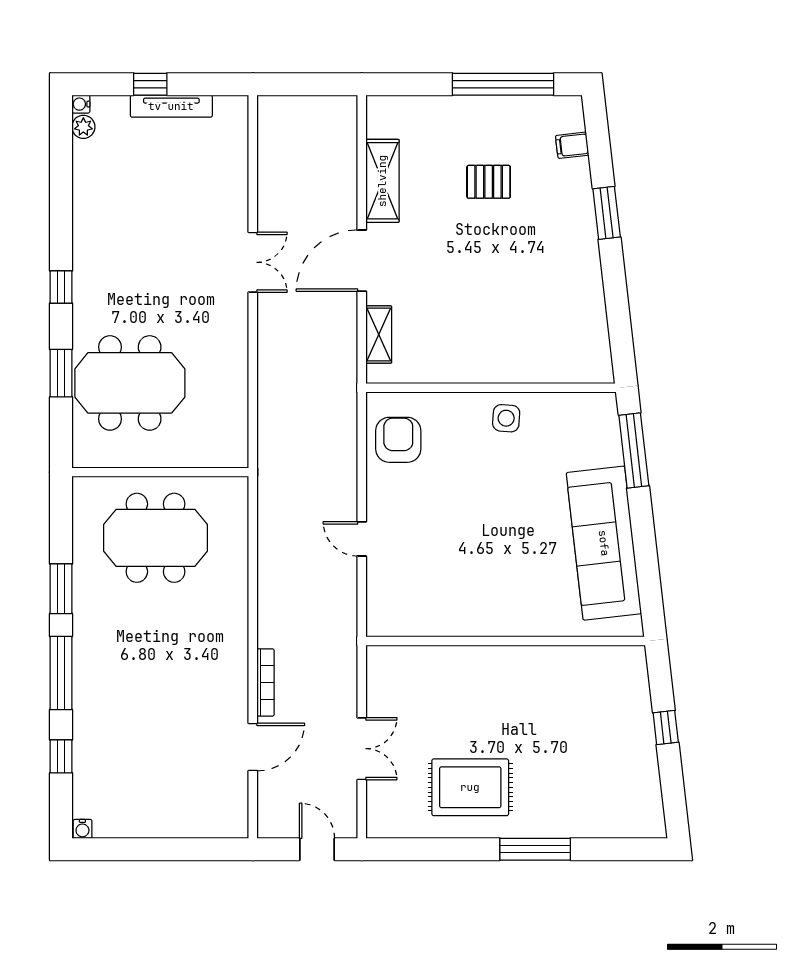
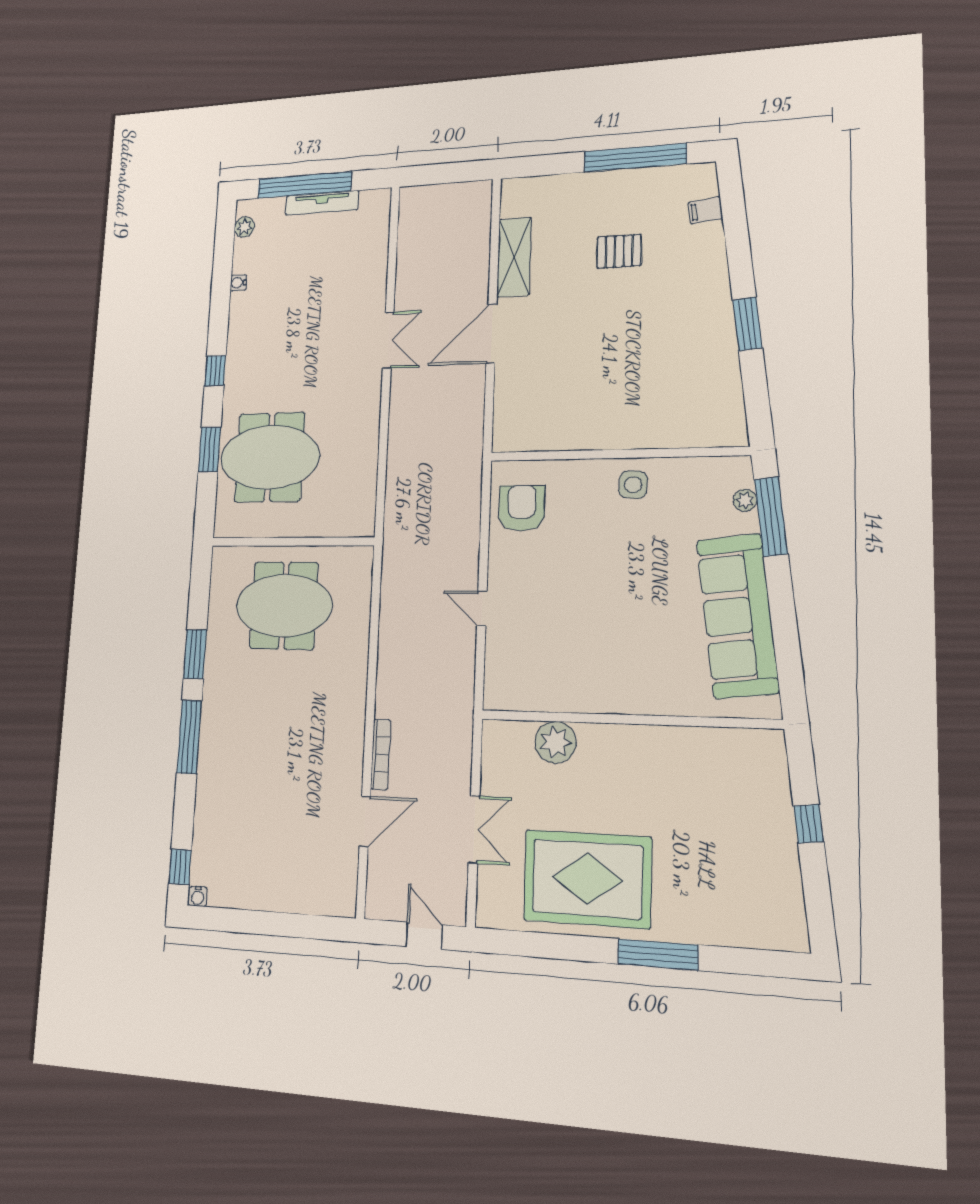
window: (150, 84) -> (305, 185), width x3.17
water cooler: (81, 104) -> (238, 283), moved
window: (607, 213) -> (747, 324), moved
shelving: (379, 334) -> (506, 404), removed
plant: (610, 435) -> (745, 500), added
plant: (437, 664) -> (556, 742), added
window: (61, 756) -> (180, 867), moved
rug: (470, 787) -> (587, 879), width x1.37, depth x1.44

